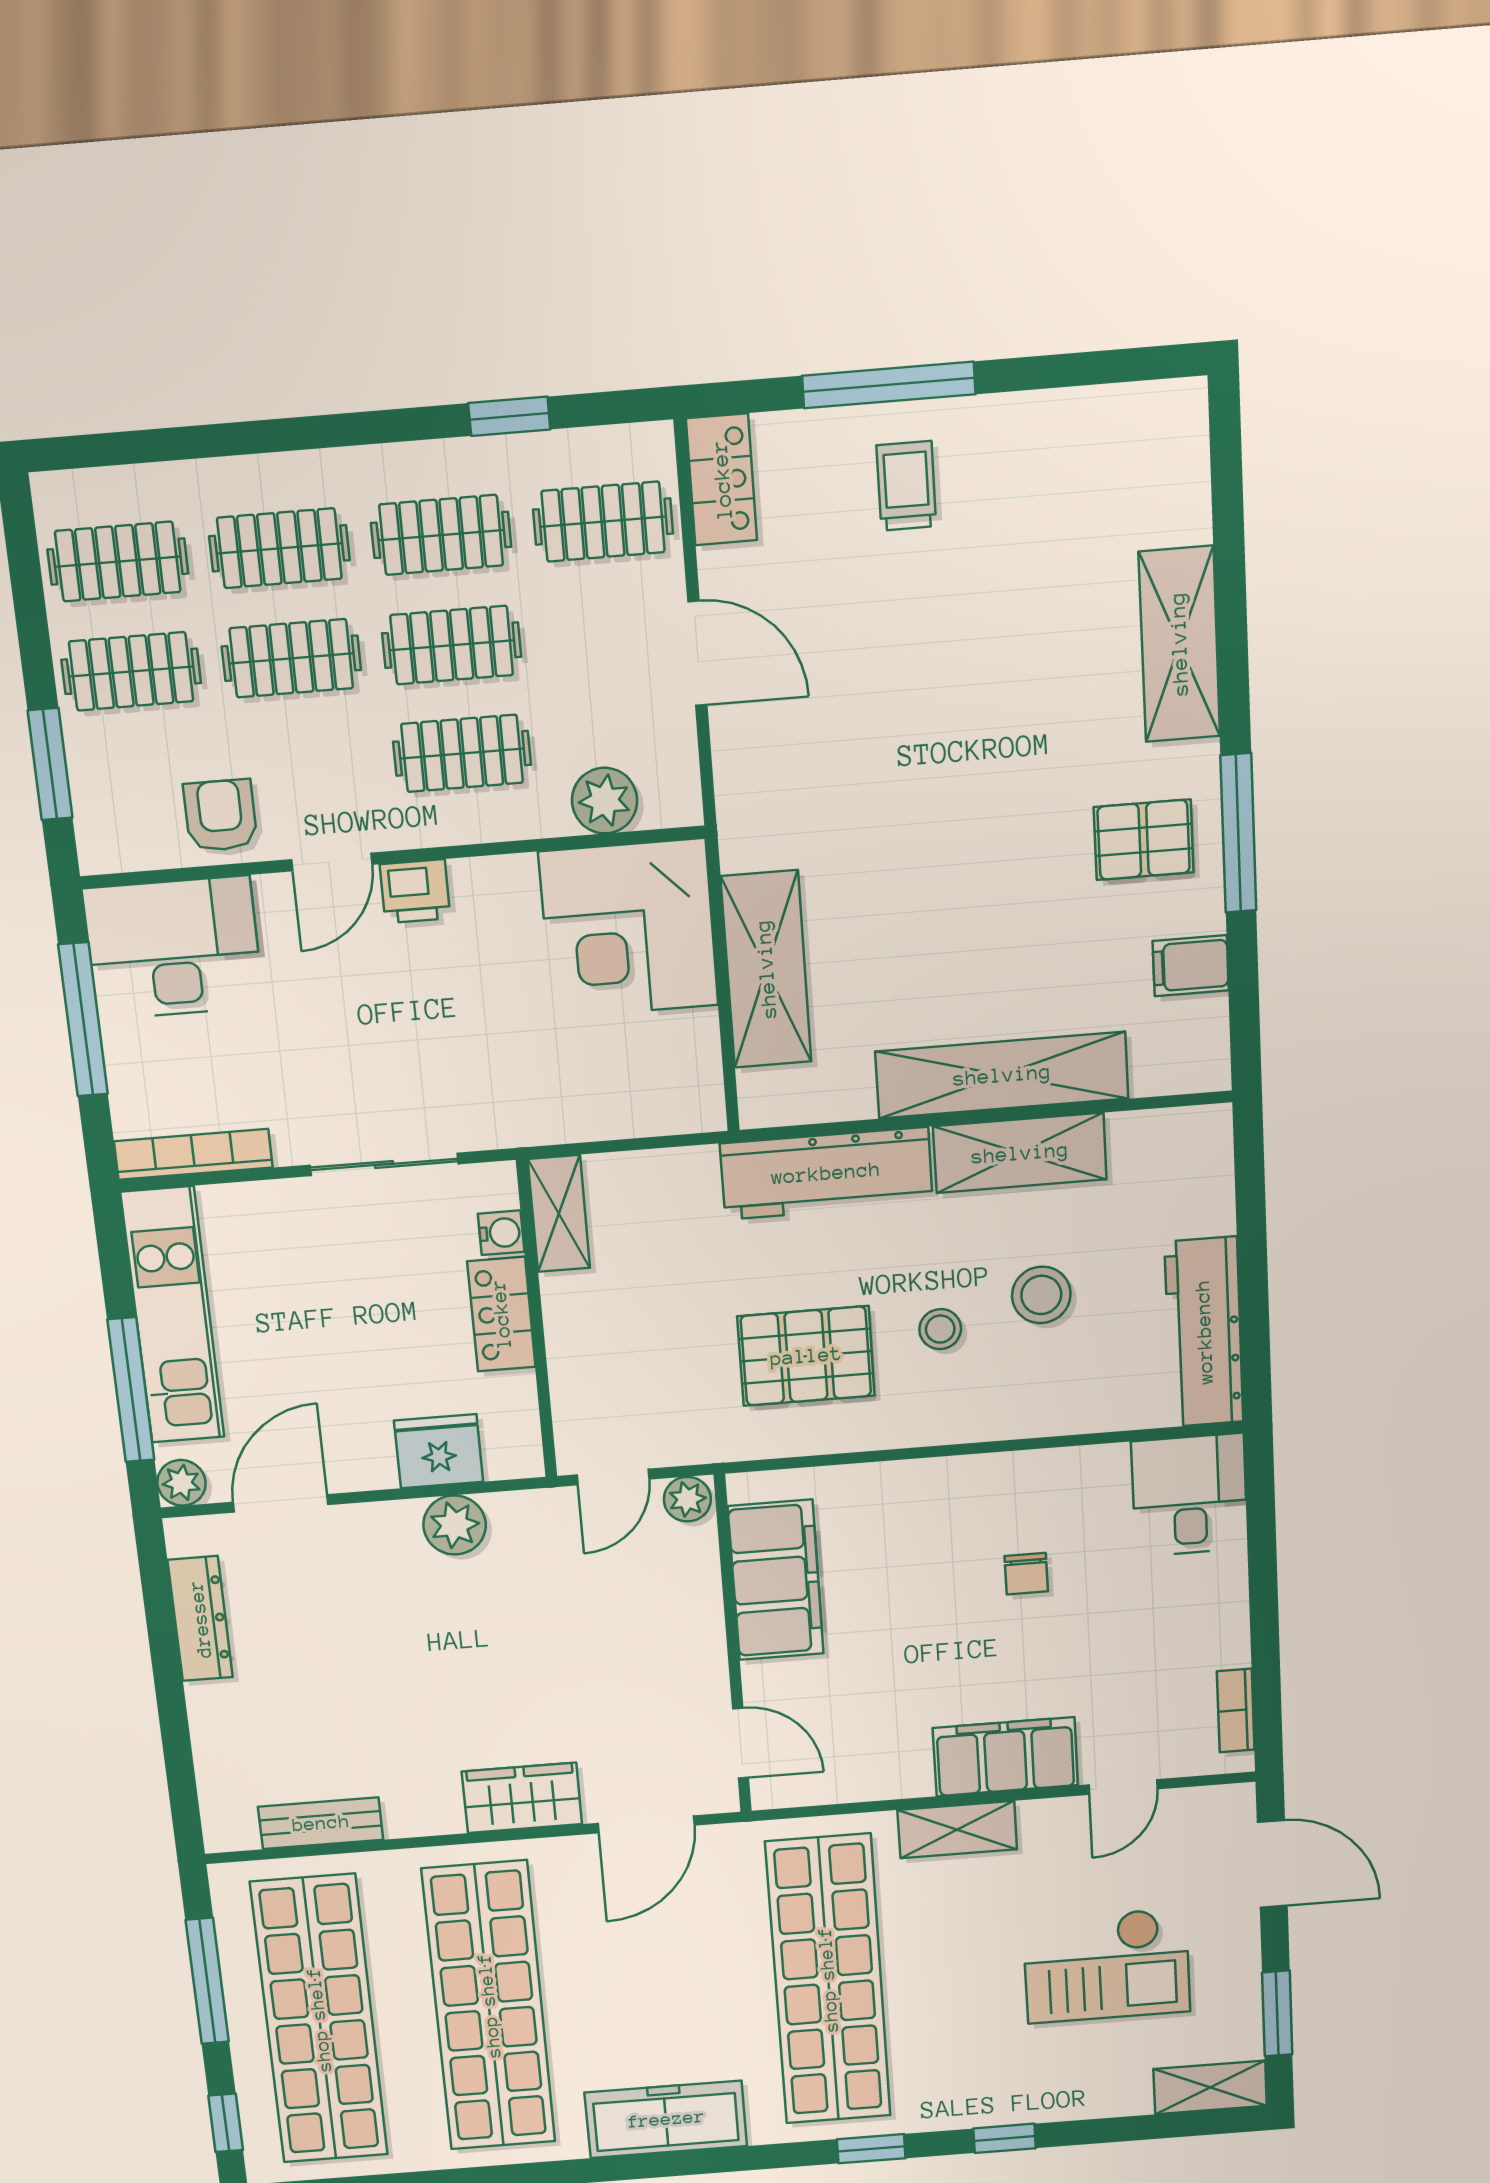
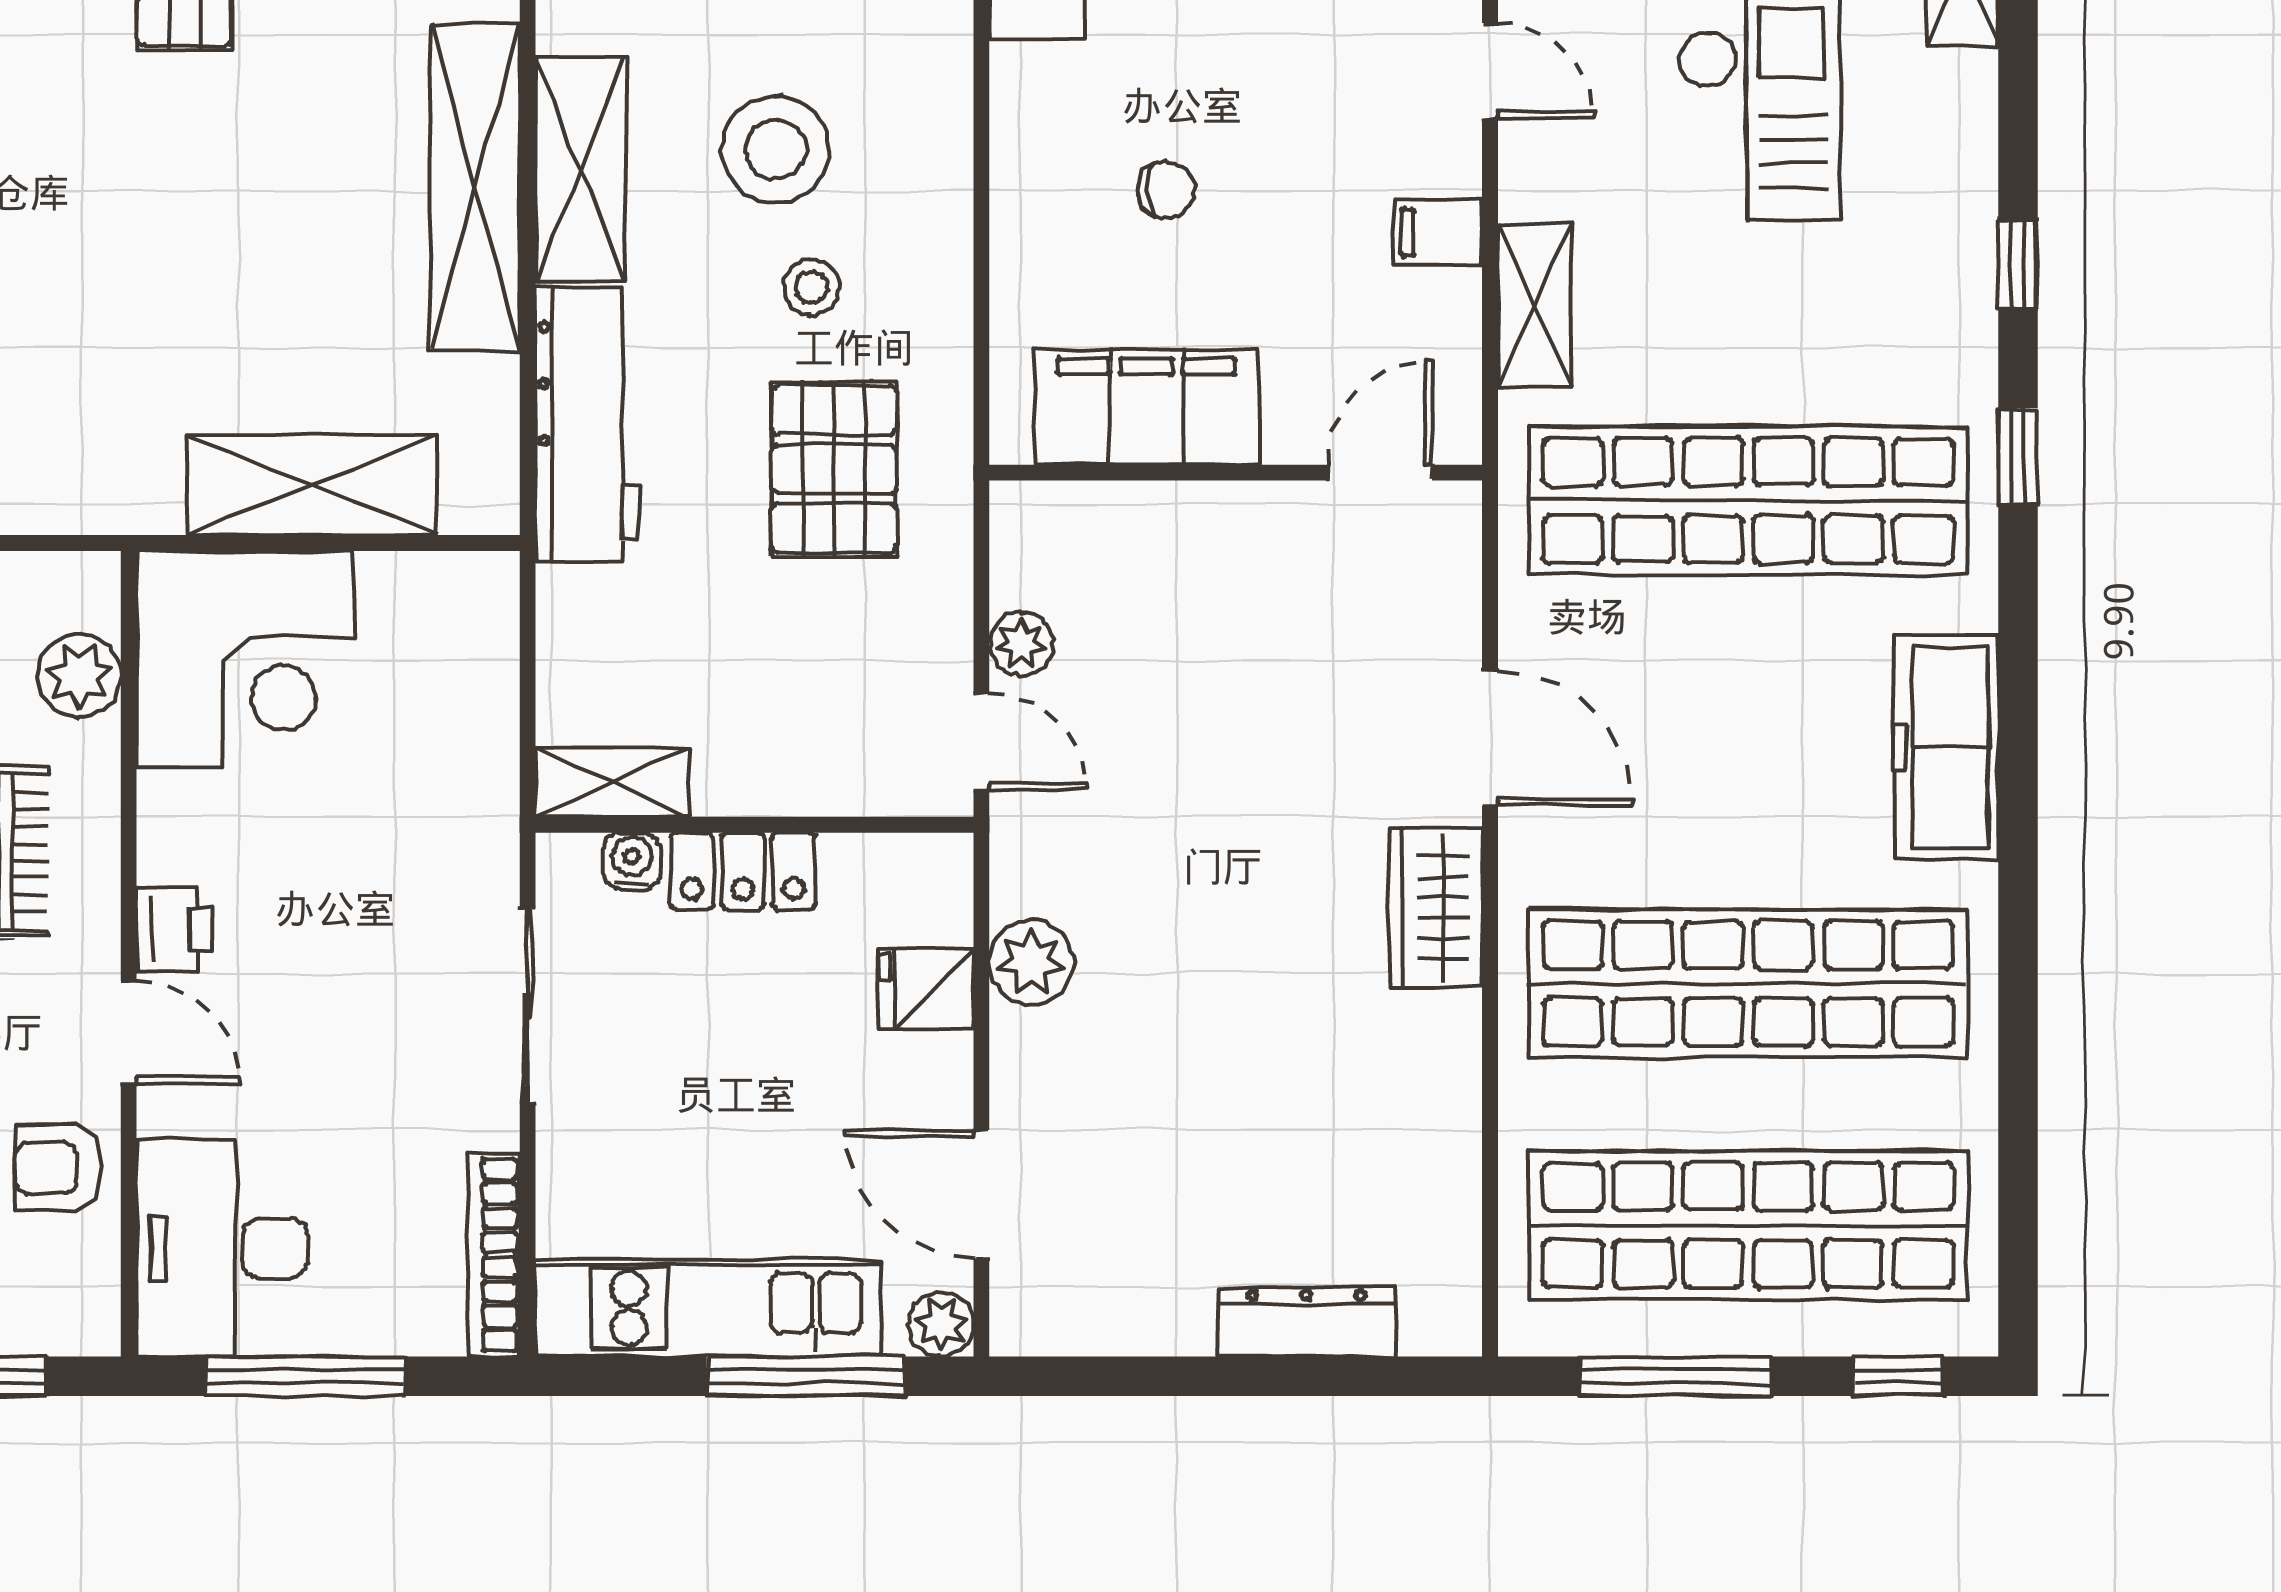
stool: (1041, 1295) -> (775, 150), width x1.38, depth x1.38
fridge: (439, 1451) -> (926, 989), width x0.72
filing cabinet: (776, 1580) -> (1146, 407), moved
dresser: (200, 1619) -> (1307, 1322), moved
wall: (733, 1645) -> (1236, 473), moved
door: (741, 1743) -> (1380, 473), moved
filing cabinet: (1005, 1757) -> (1438, 232), width x0.33, depth x0.86
bench: (321, 1823) -> (1450, 1191), removed

